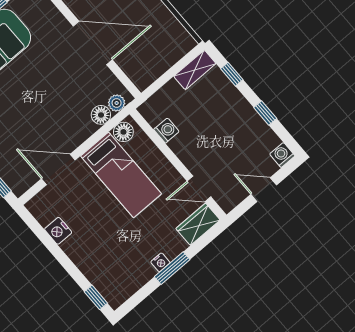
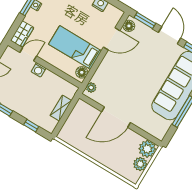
shelving: (195, 70) -> (61, 108), moved
floor lamp: (101, 115) -> (129, 26), moved
washing machine: (166, 130) -> (39, 70), moved

